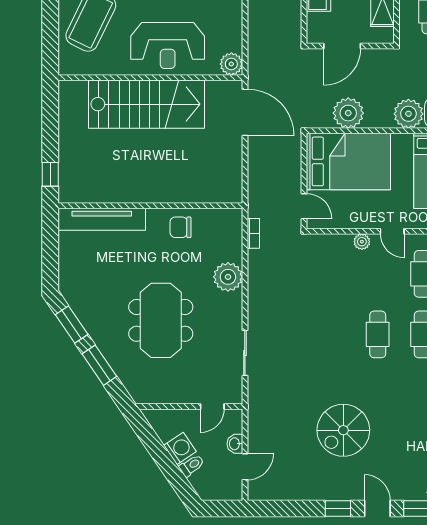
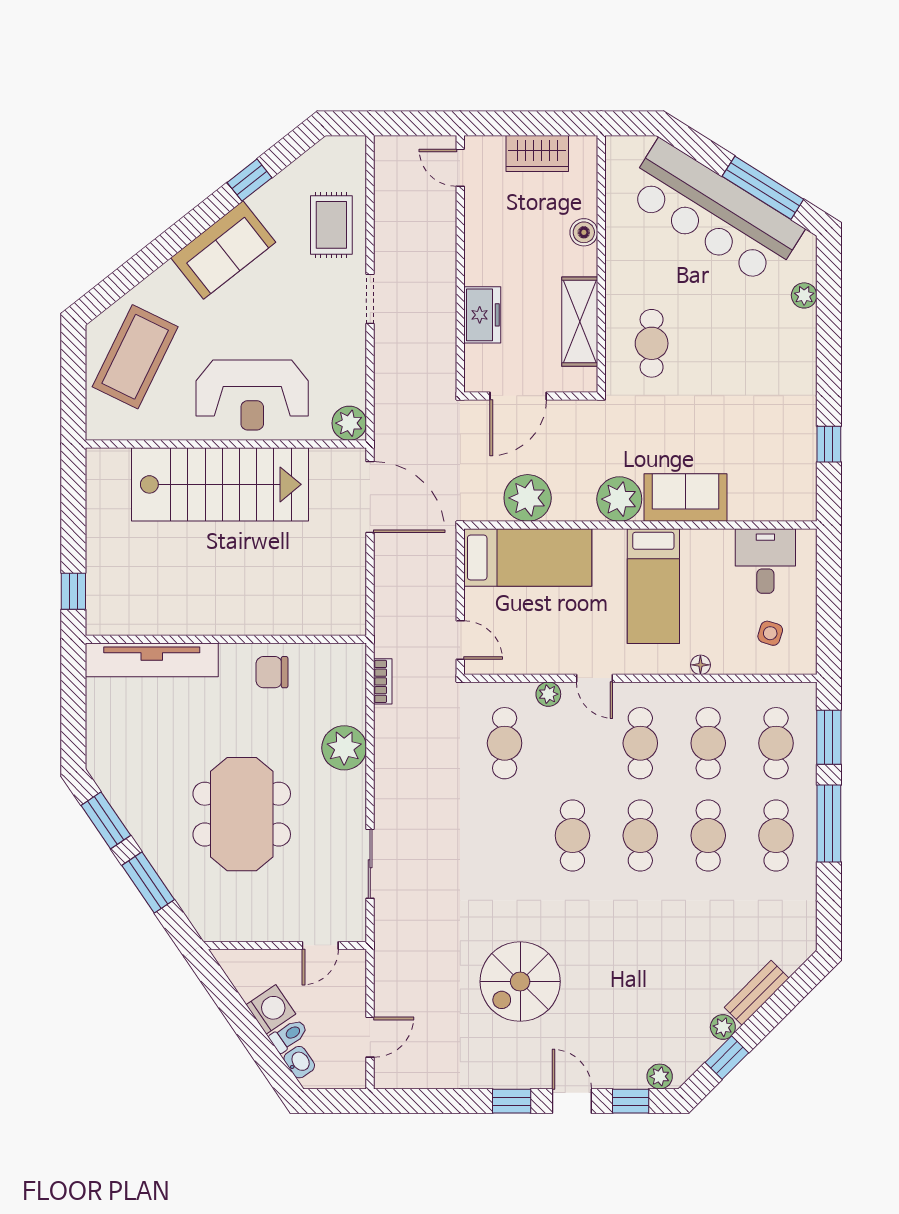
bed: (348, 161) -> (528, 557), width x0.67
cafe table: (333, 274) -> (505, 743), added
washbasin: (235, 444) -> (299, 1062), moved, turned 146

